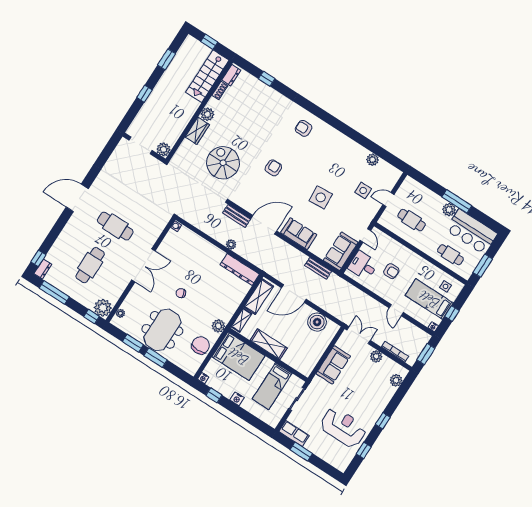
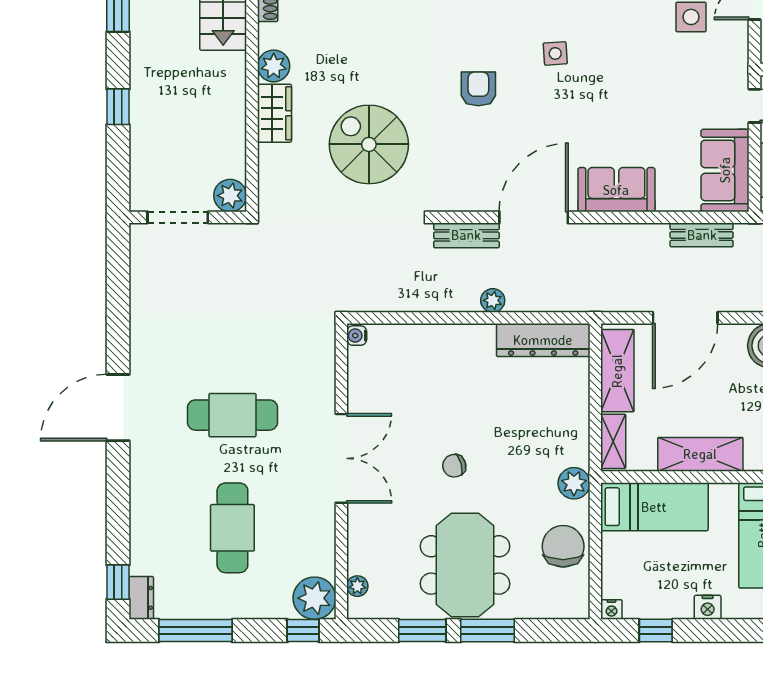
side table: (321, 197) -> (555, 53), moved, width x0.54, depth x0.54
bed: (238, 356) -> (654, 507), width x0.67

